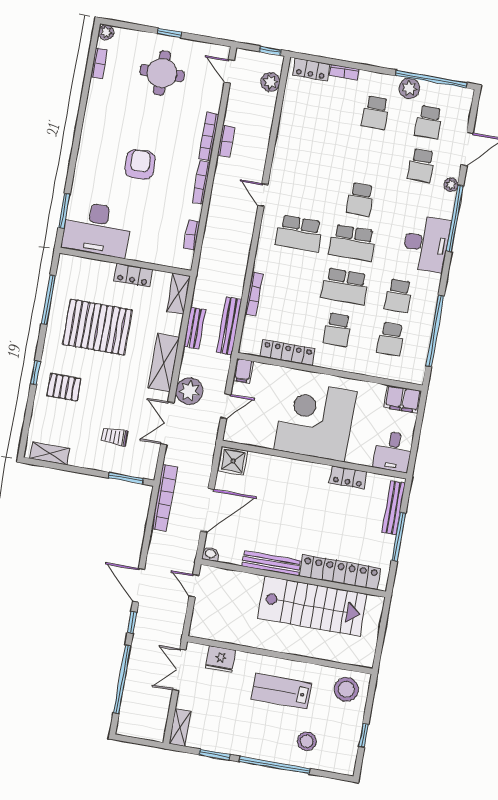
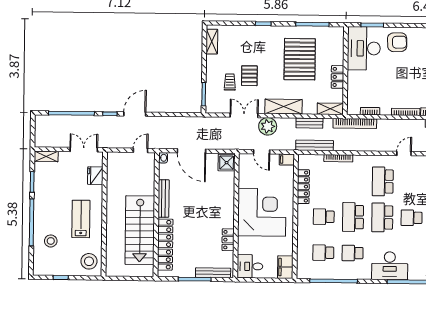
armchair: (140, 164) -> (397, 42), moved
pallet: (64, 387) -> (249, 76), moved
bookcase: (164, 498) -> (355, 123), moved

